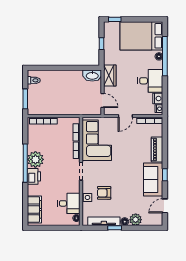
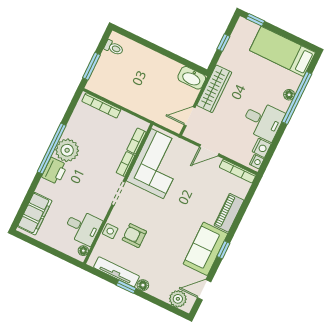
bed: (141, 36) -> (282, 51), width x0.67
wardrobe: (110, 76) -> (214, 89), width x1.50
door: (103, 100) -> (190, 116), swing flipped
plant: (136, 220) -> (178, 299), moved

